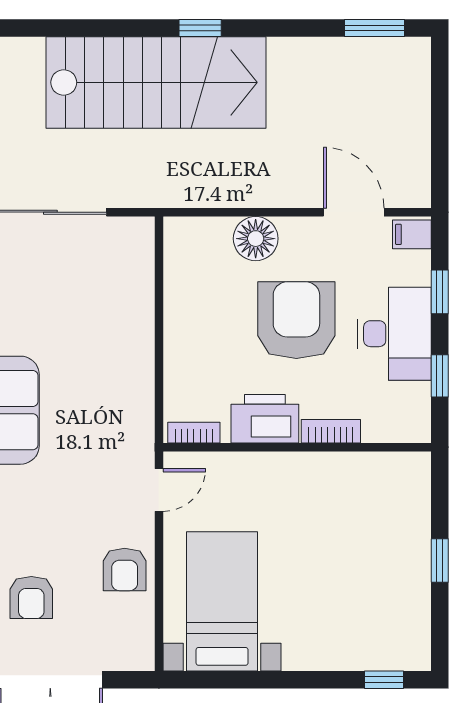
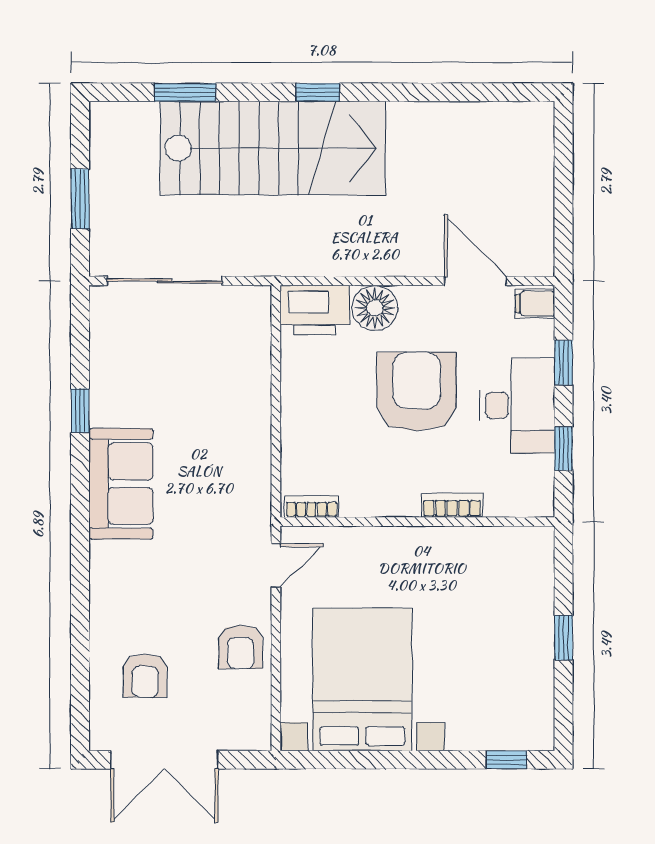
window: (375, 28) -> (185, 92), moved
printer: (265, 419) -> (315, 310), moved, turned 180
bed with nightstands: (222, 601) -> (362, 679), width x1.36

